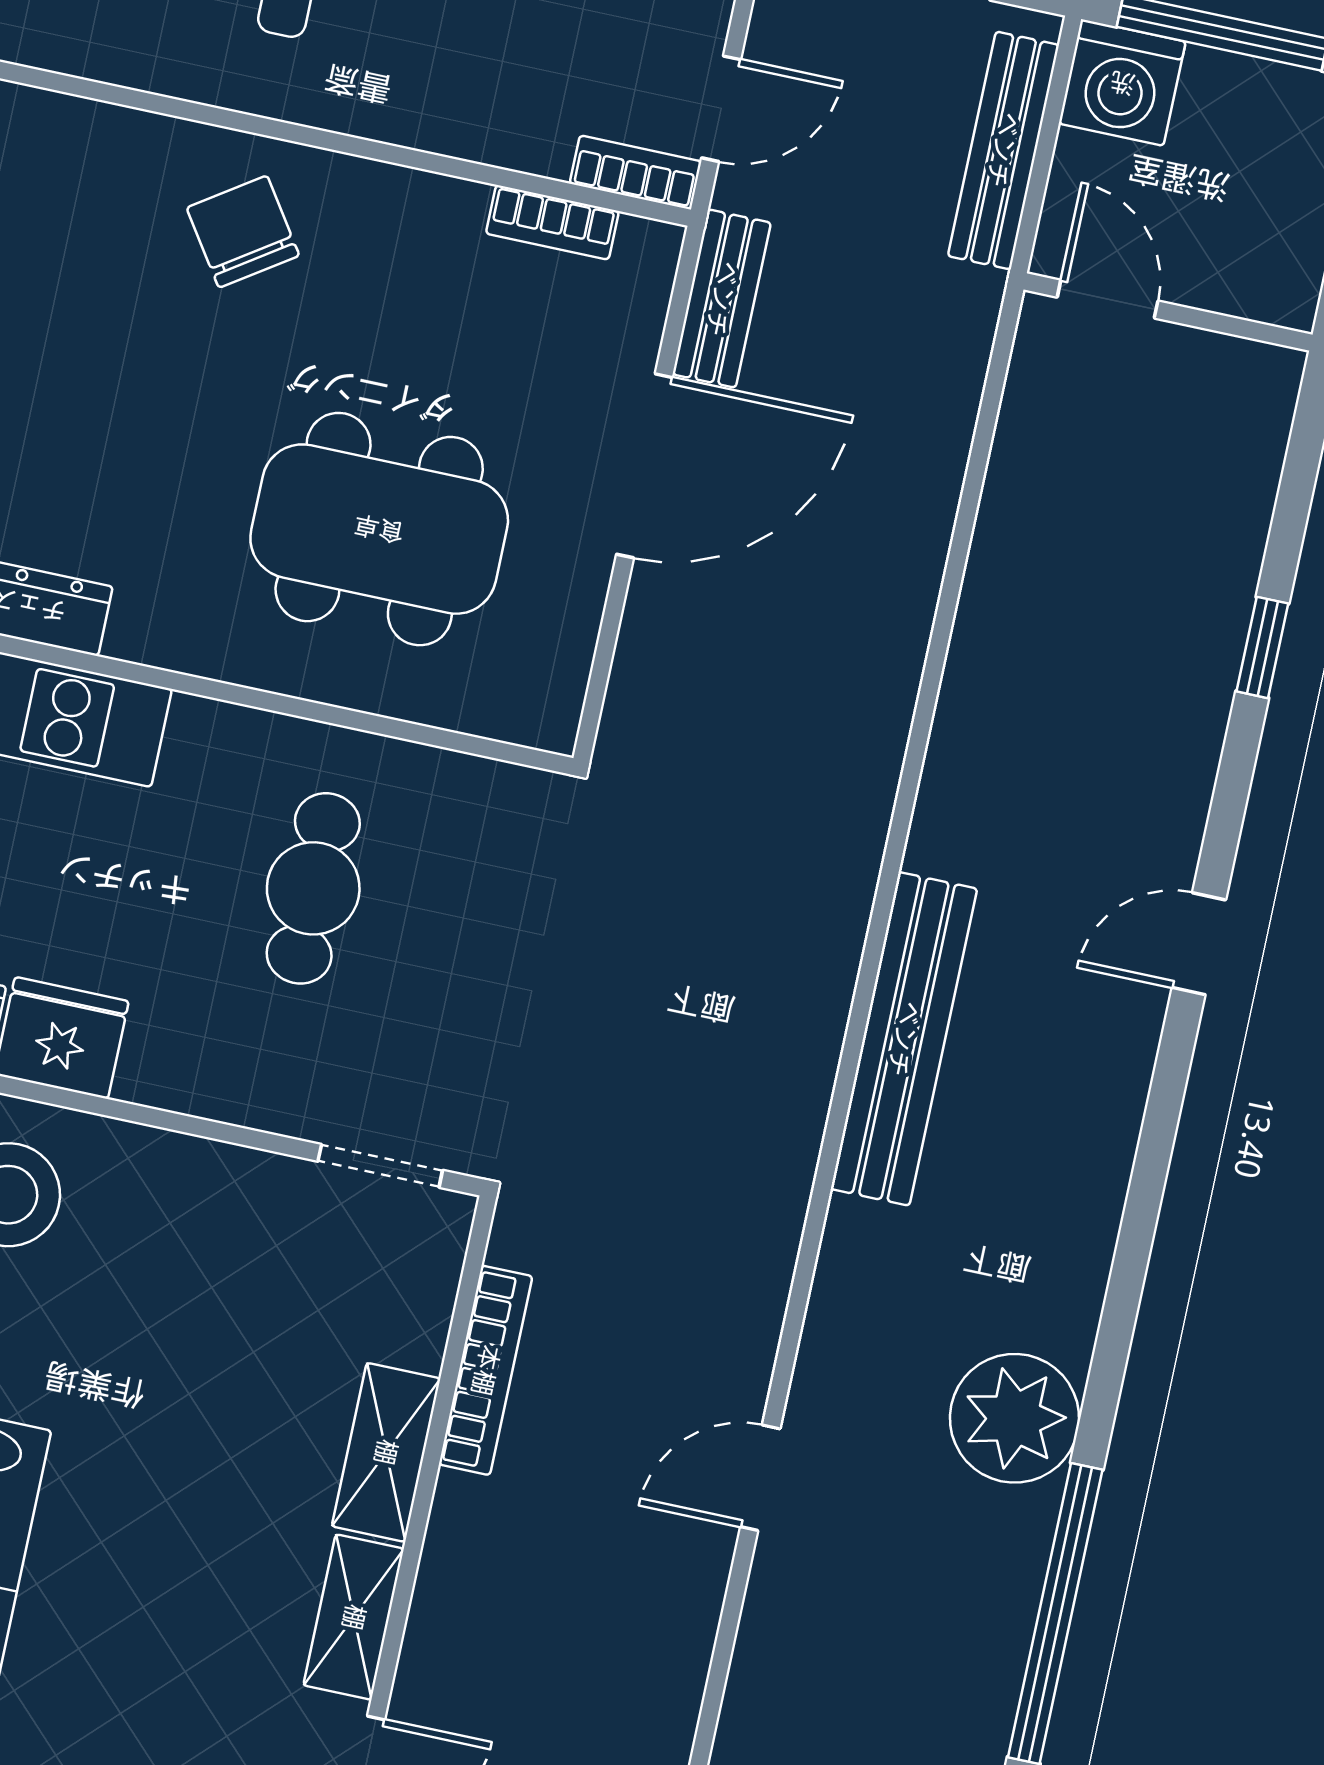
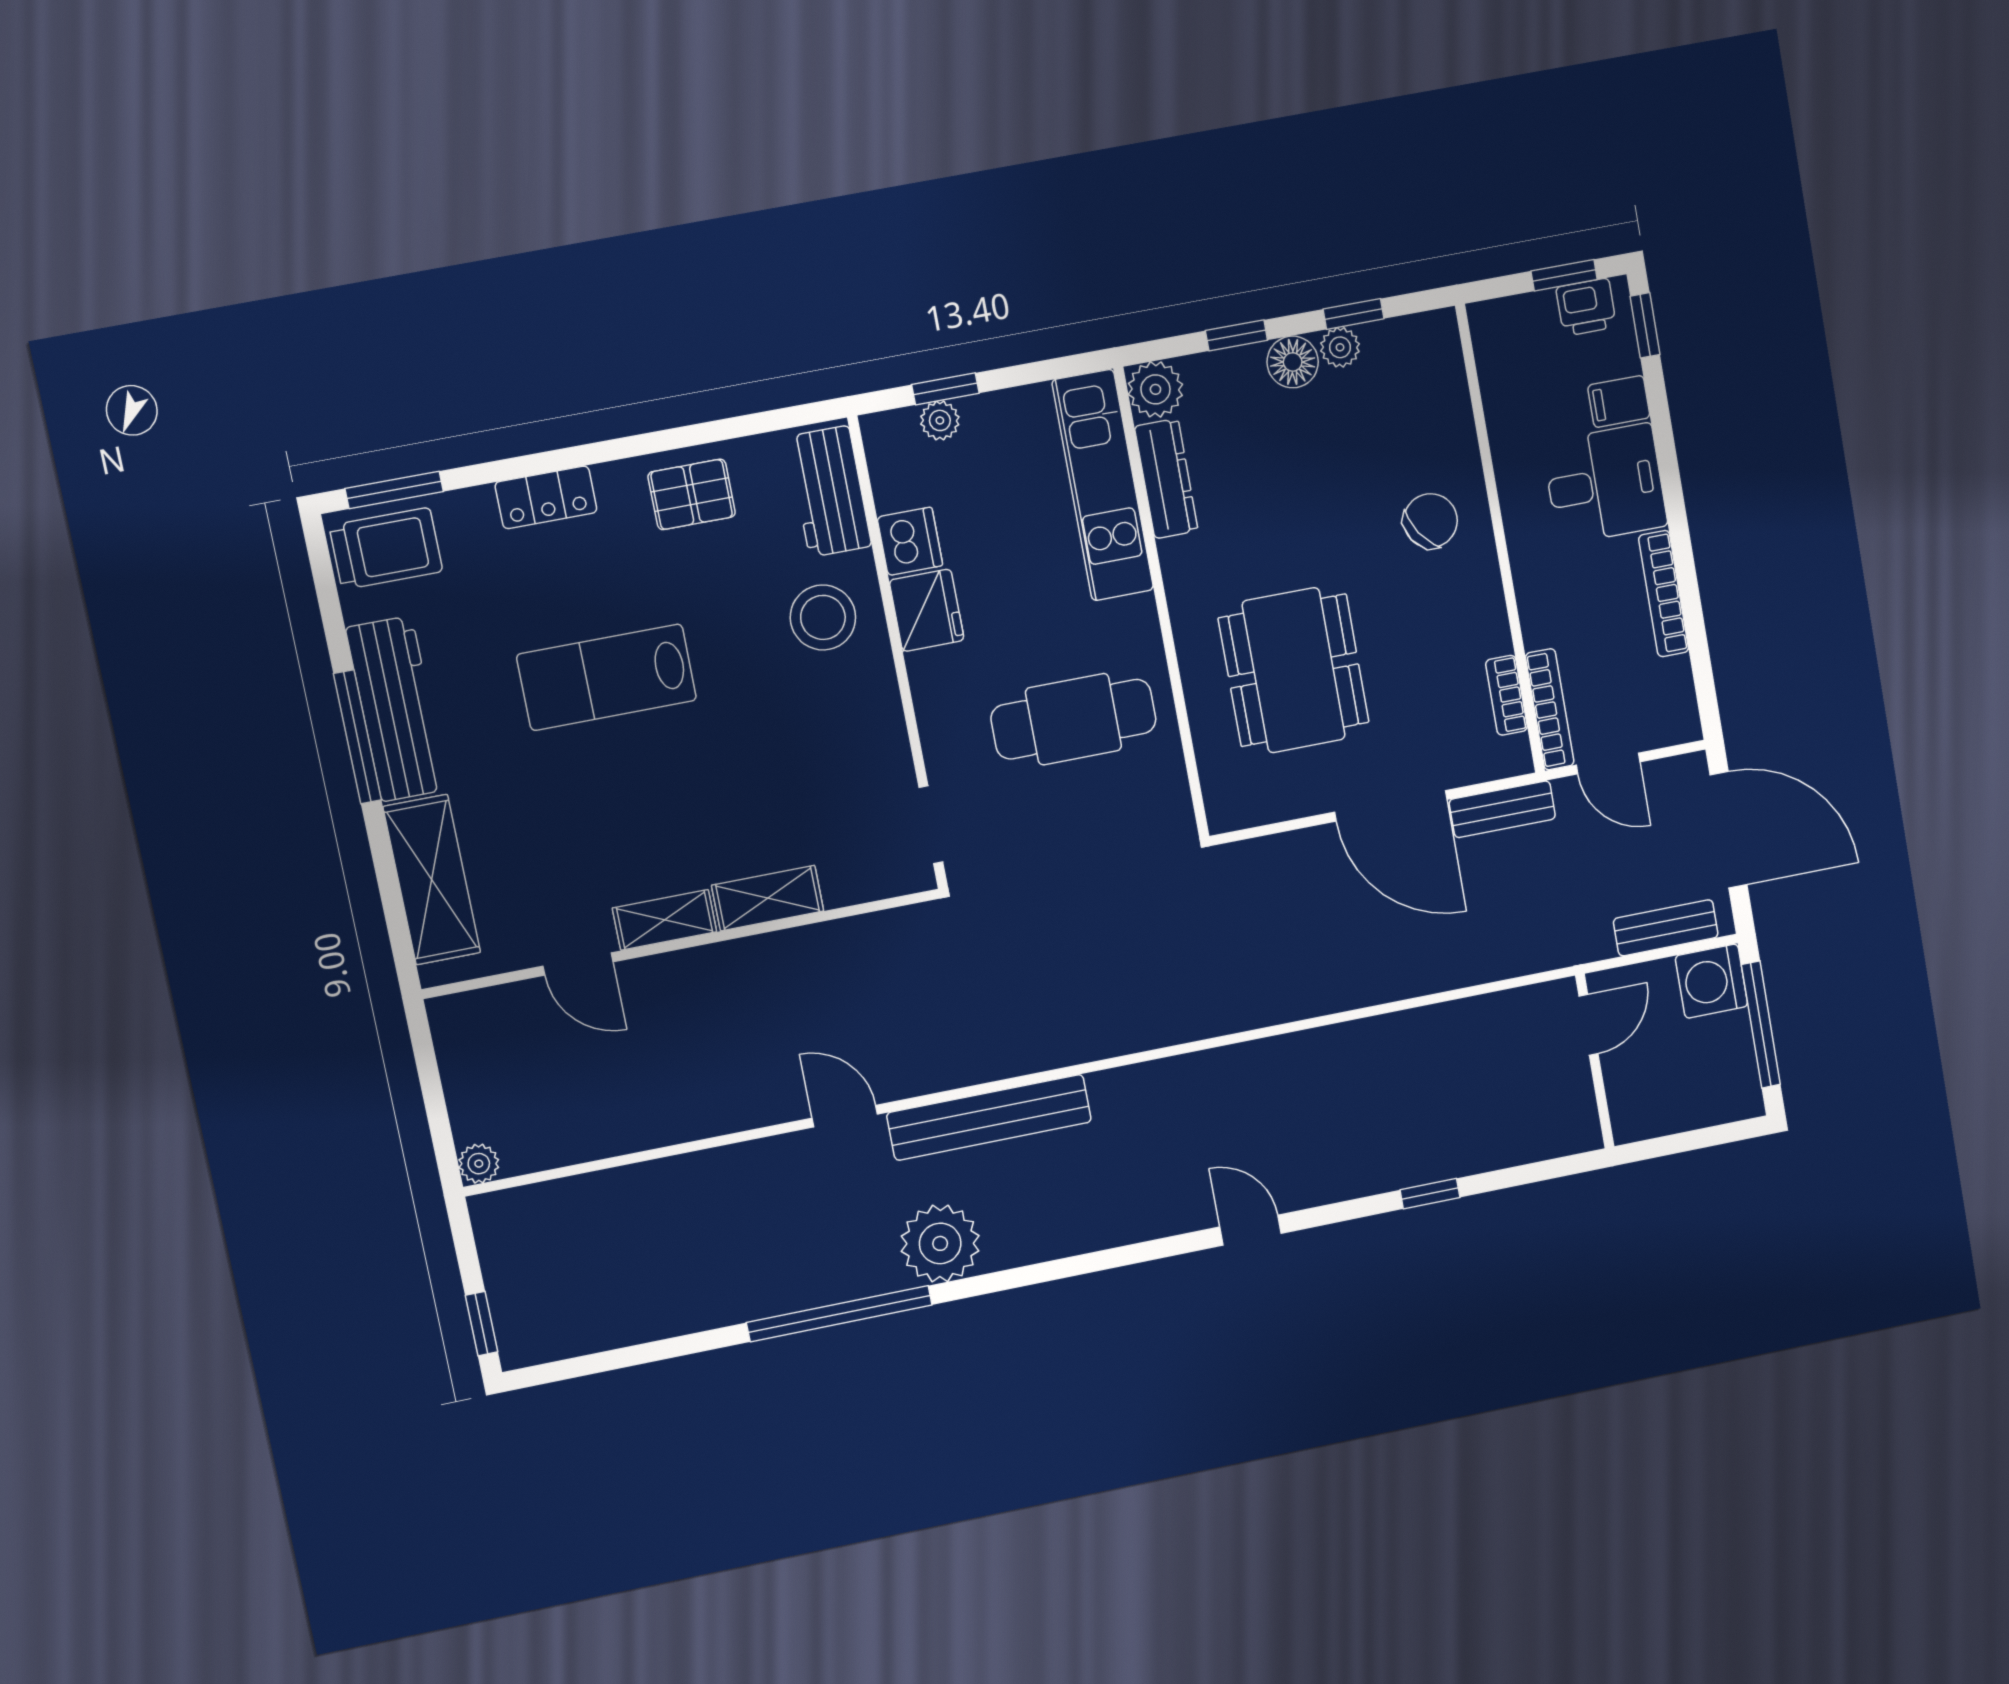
bench: (1003, 150) -> (1666, 928), width x0.73
bookcase: (635, 172) -> (1550, 709), width x1.56
cafe table: (313, 888) -> (1073, 719), width x1.37, depth x1.35
bench: (904, 1039) -> (989, 1117), moved
bookcase: (486, 1370) -> (839, 935), removed

